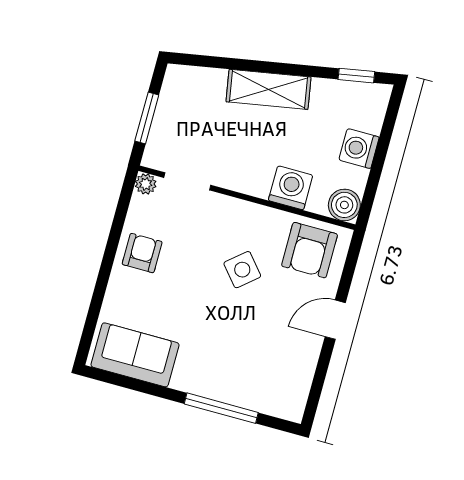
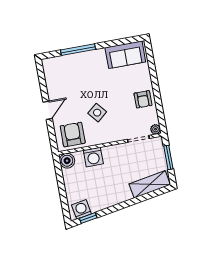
shelving: (268, 89) -> (150, 184), moved
washing machine: (359, 149) -> (81, 209), moved, turned -100

